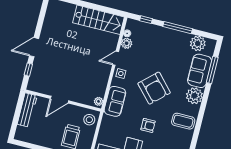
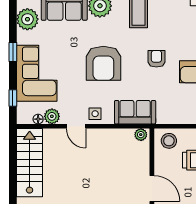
window: (178, 28) -> (13, 52), width x0.46
corner sofa: (159, 40) -> (37, 73), added
armchair: (154, 88) -> (103, 63), turned 133

